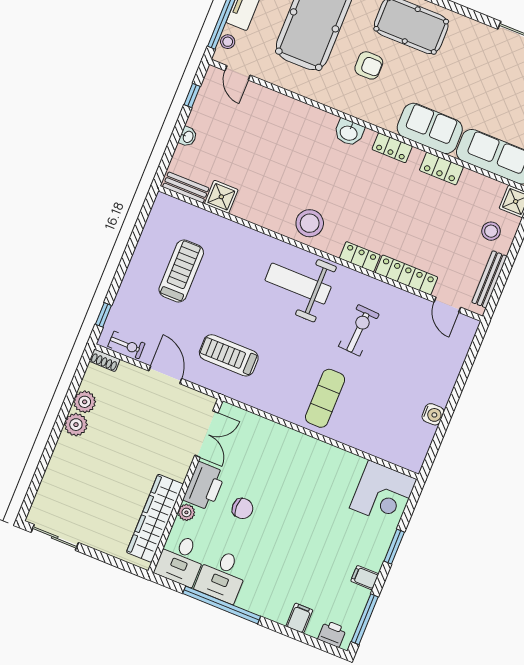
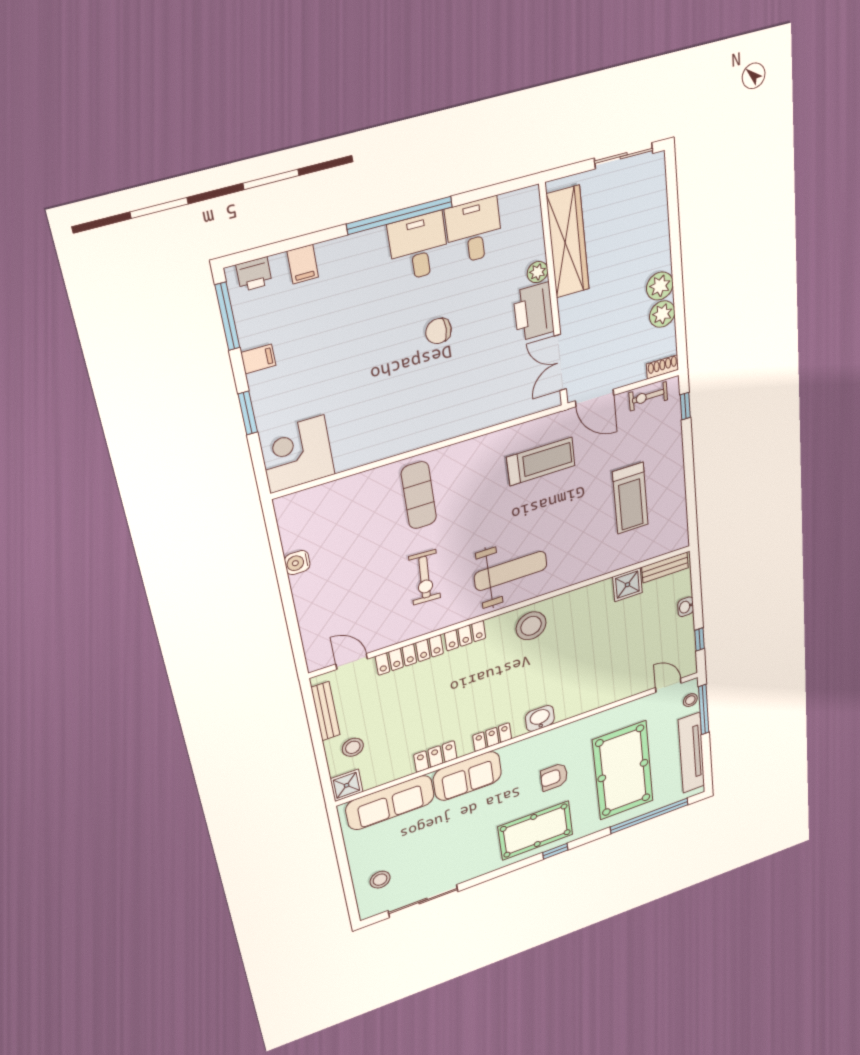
double door: (206, 434) -> (560, 363), moved
wall: (185, 486) -> (554, 298), moved
printer: (204, 486) -> (534, 312), moved
plant: (186, 512) -> (538, 272), moved
wardrobe: (155, 518) -> (568, 242), moved

